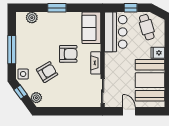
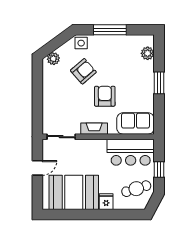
armchair: (68, 54) -> (105, 96), turned 180
armchair: (47, 72) -> (83, 71), turned -100
window: (21, 92) -> (60, 40), removed

